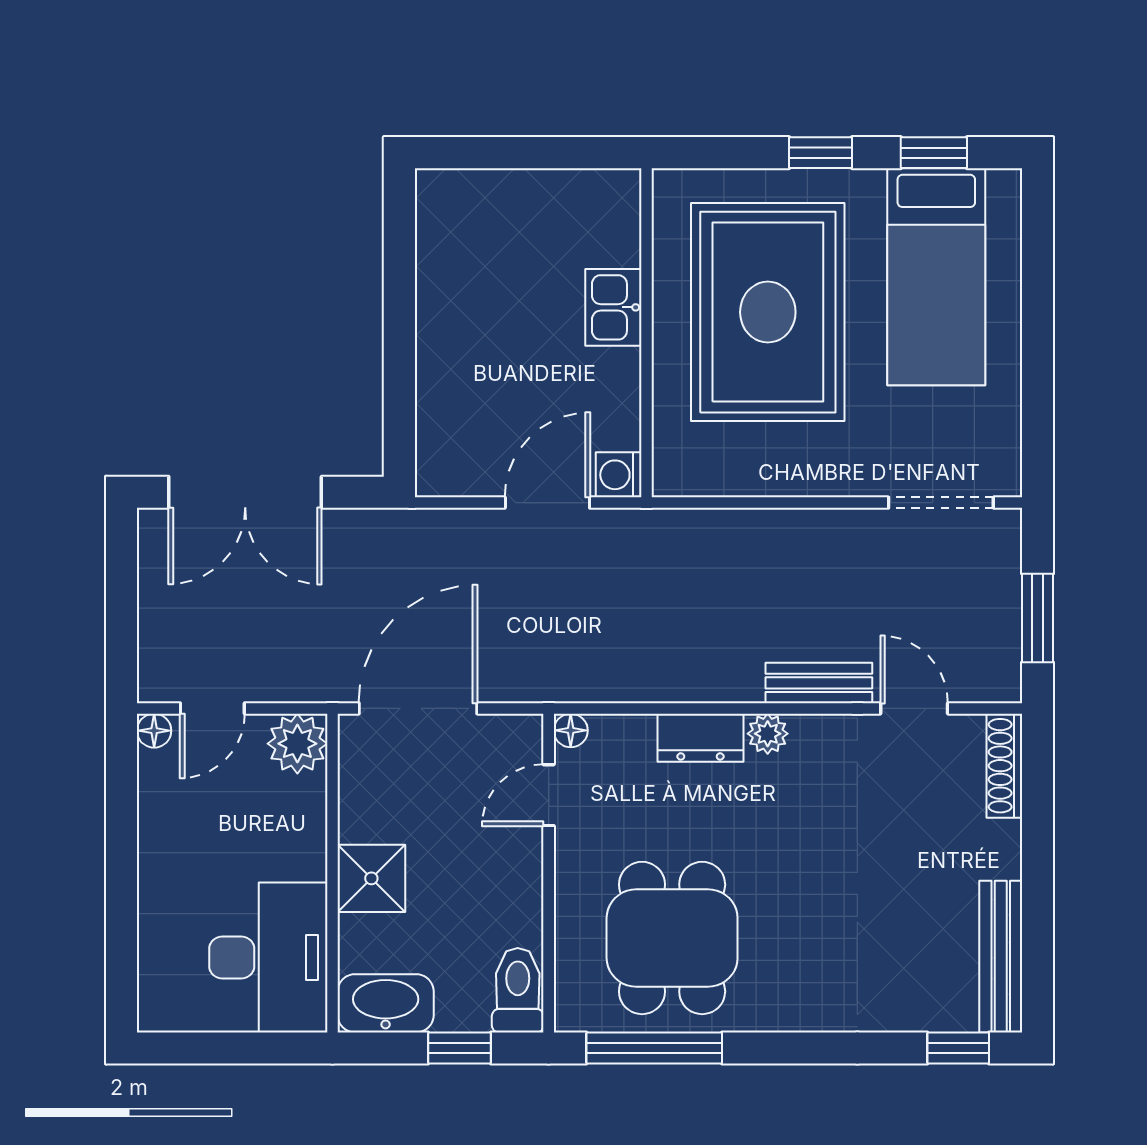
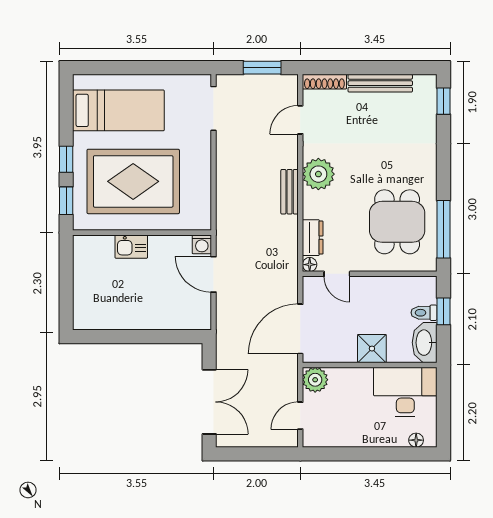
window: (934, 153) -> (66, 201), moved
bench: (819, 683) -> (290, 192), moved
door: (212, 708) -> (300, 416), swing flipped
door: (418, 708) -> (300, 329), hinge flipped
floor lamp: (154, 731) -> (416, 440), moved
plant: (768, 734) -> (318, 174), width x1.88, depth x1.88
dresser: (700, 738) -> (313, 238), moved
dining table: (672, 938) -> (397, 222), turned 90
bench: (1001, 957) -> (380, 83), moved
toilet: (518, 990) -> (424, 313), moved, width x0.73, depth x0.72

